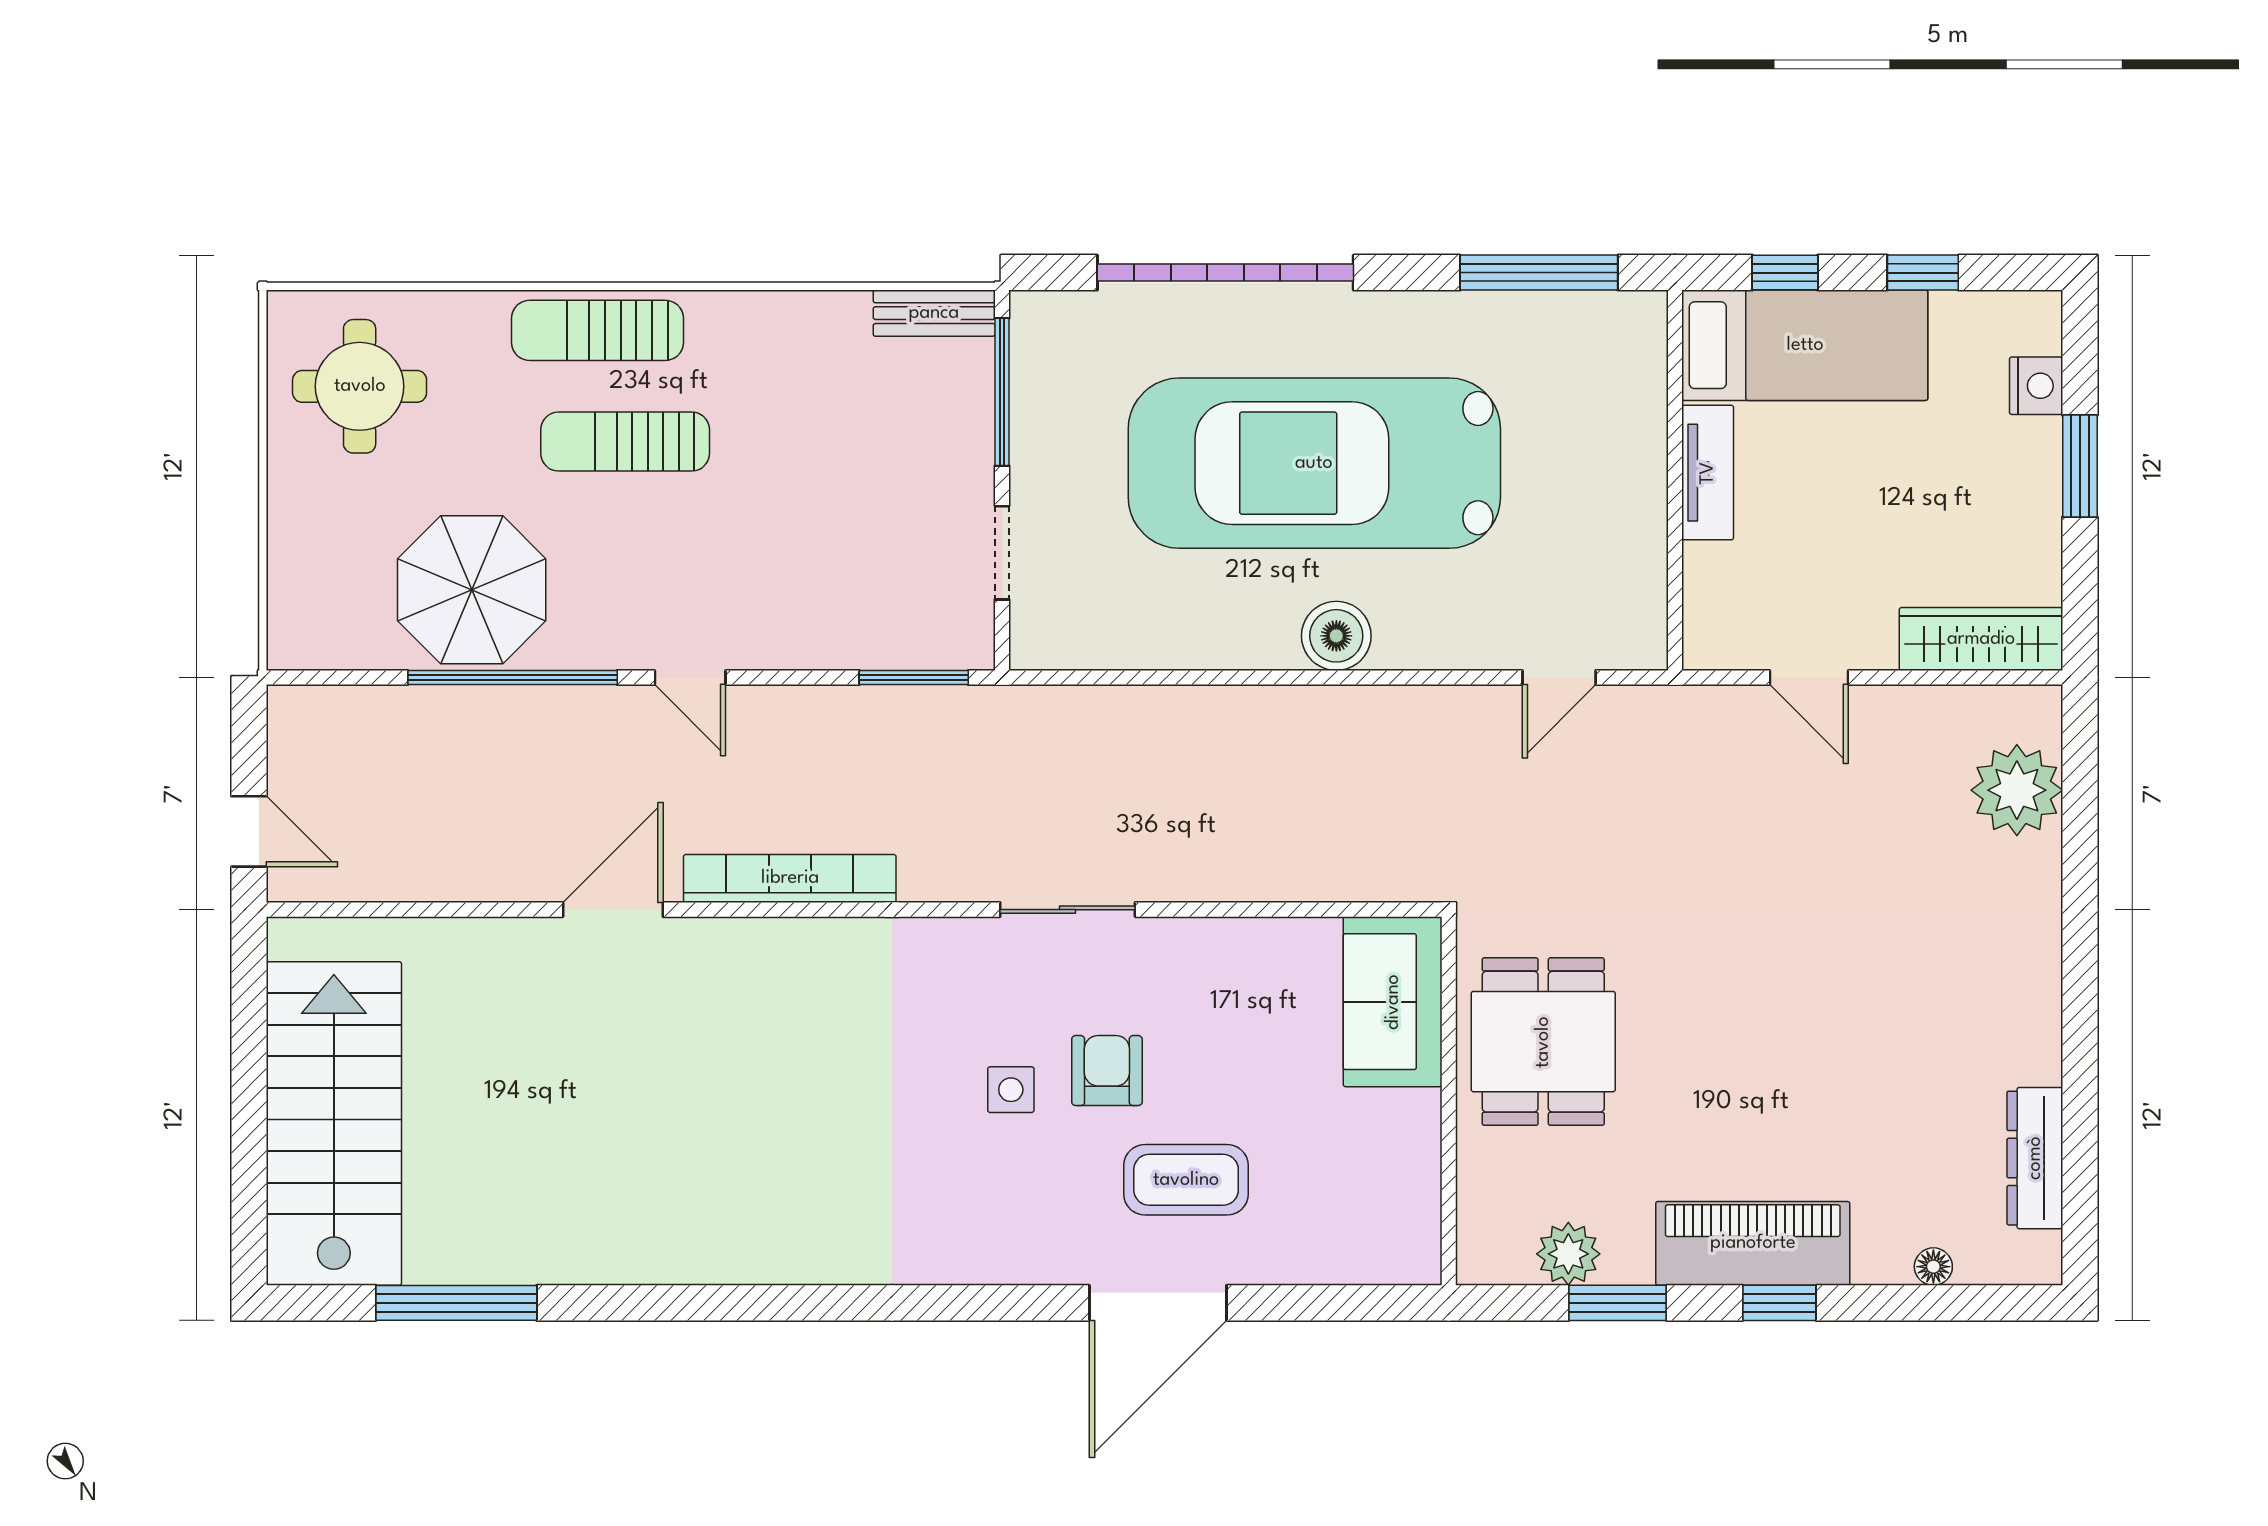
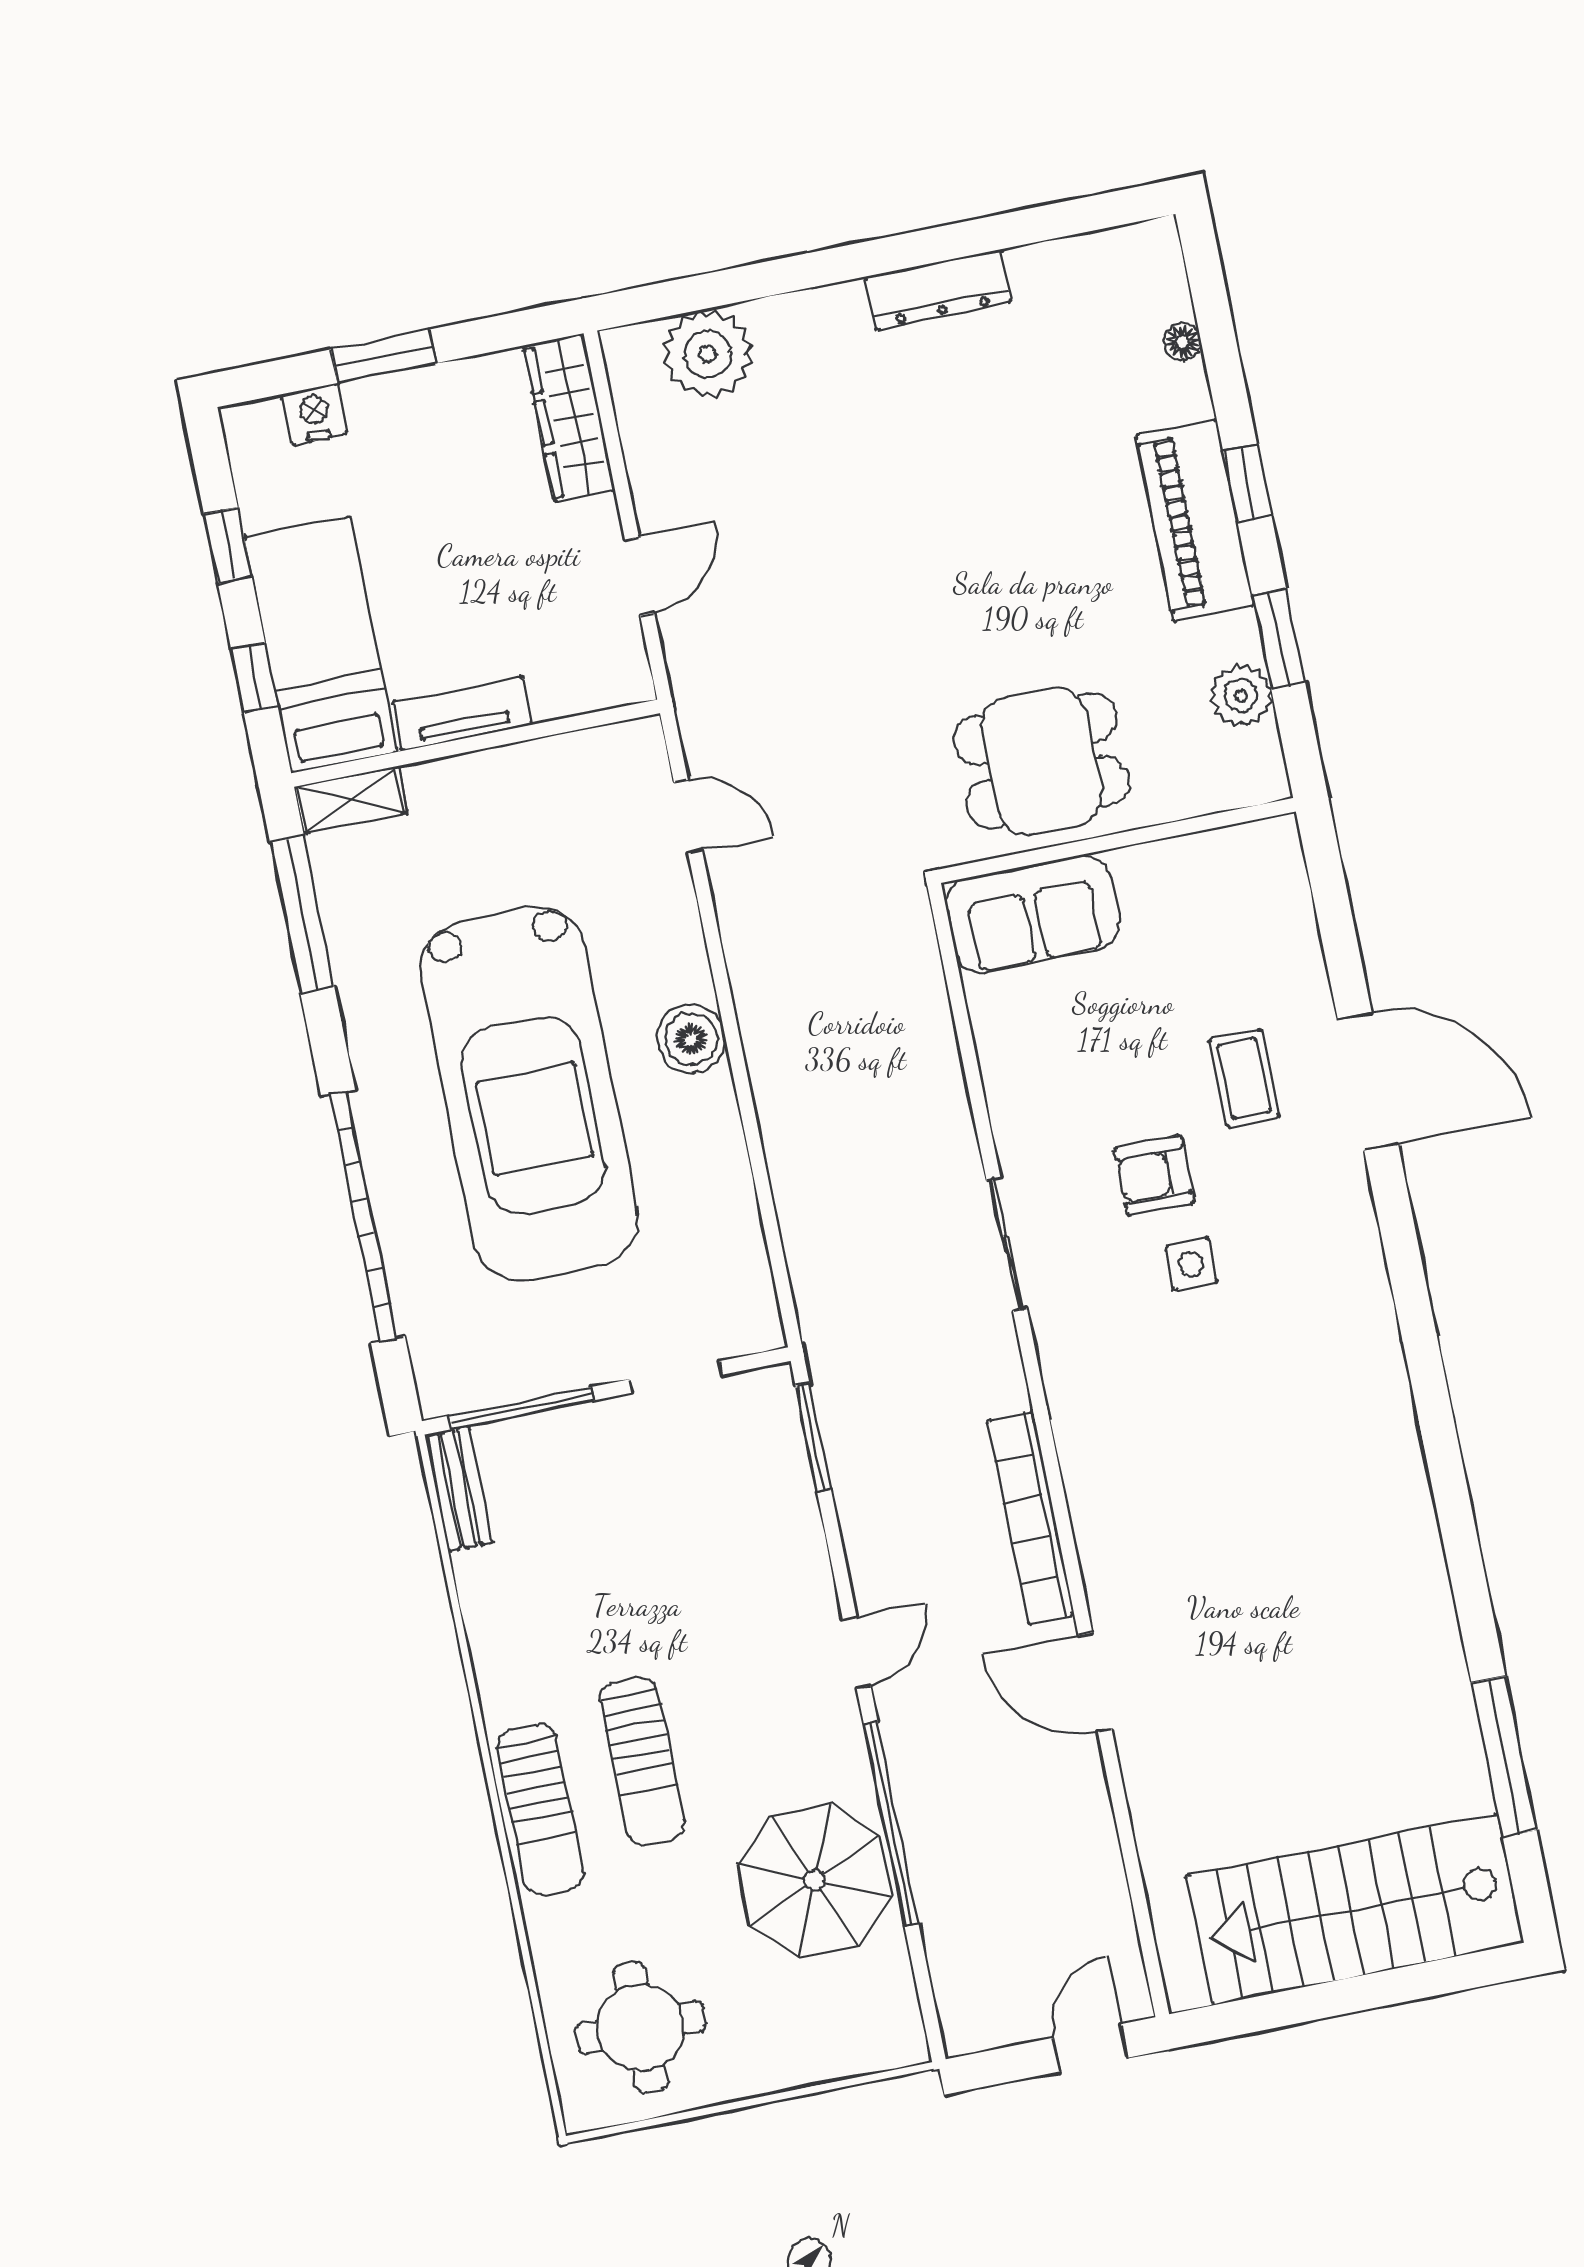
shelving: (1644, 344) -> (351, 800), added
dresser: (2035, 1158) -> (938, 289), moved
coffee table: (1186, 1180) -> (1244, 1078), width x0.73, depth x0.77

